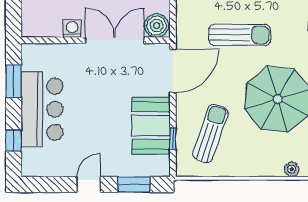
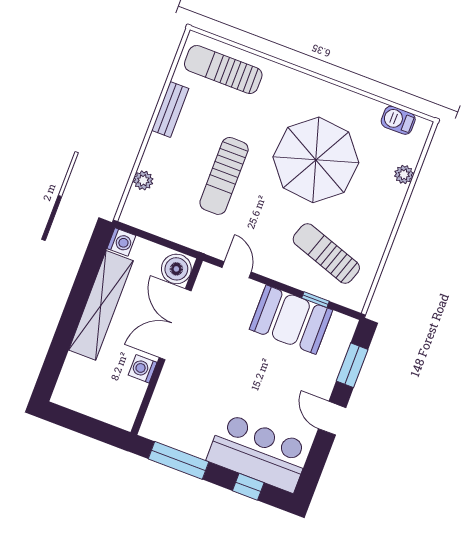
sun lounger: (240, 35) -> (224, 176), turned 180
door: (173, 71) -> (237, 270), width x0.53
window: (14, 81) -> (179, 460), width x1.44
bar counter: (42, 109) -> (259, 453), moved

